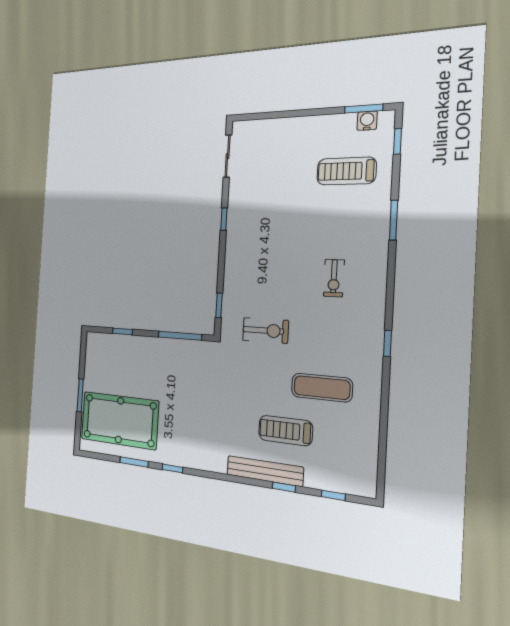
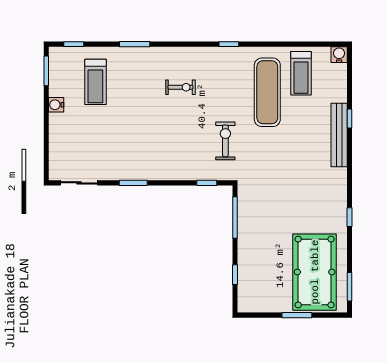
water cooler: (367, 121) -> (56, 105), moved
window: (224, 219) -> (133, 183), width x1.50
exercise mat: (322, 388) -> (267, 92), width x1.36, depth x1.45
treadmill: (285, 430) -> (301, 73), moved
window: (134, 462) -> (349, 287), moved
water cooler: (366, 487) -> (339, 55), added
window: (333, 495) -> (349, 79), removed

